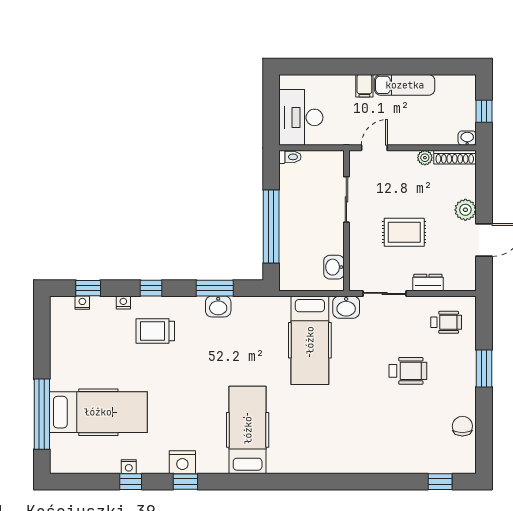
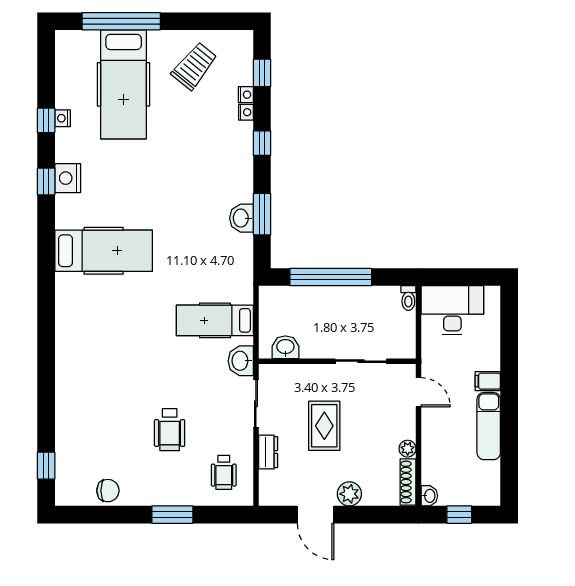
nightstand: (82, 303) -> (246, 95), moved
trolley: (155, 331) -> (194, 66), moved, turned 39
hospital bed: (310, 340) -> (215, 320), width x0.73, depth x0.77

